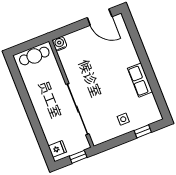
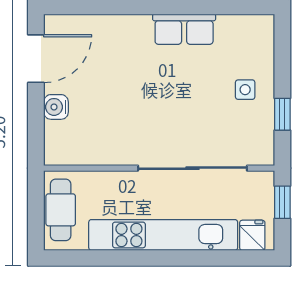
water cooler: (60, 44) -> (56, 107), moved
kitchen unit: (41, 108) -> (163, 235), added
window: (143, 131) -> (282, 114), moved

